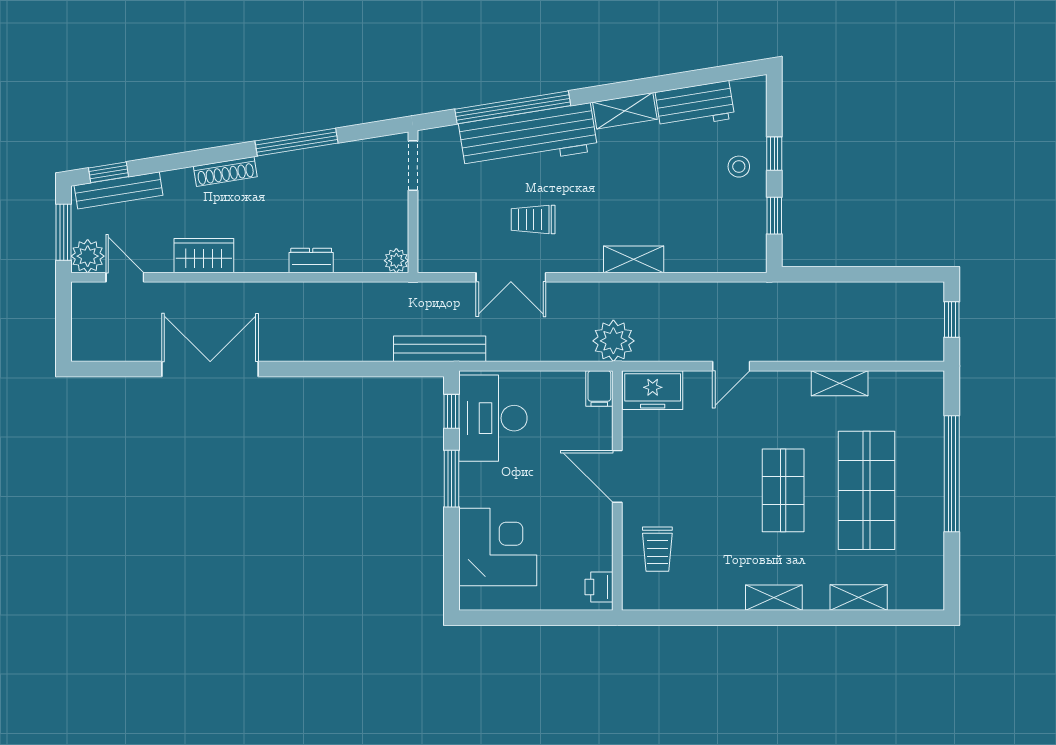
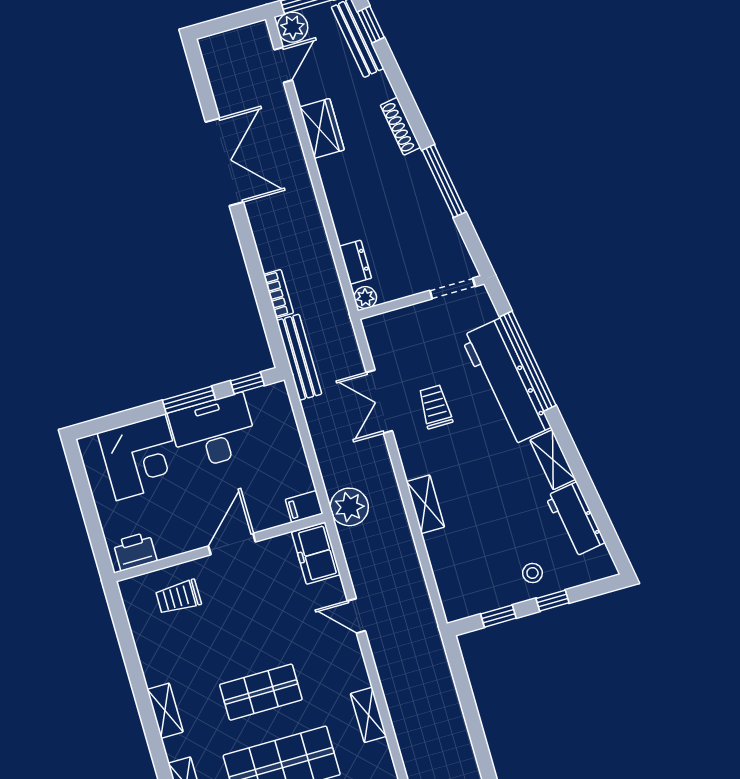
dresser: (311, 260) -> (355, 262), moved
bookcase: (366, 352) -> (278, 294), added
desk: (493, 418) -> (213, 432), moved
printer: (599, 587) -> (135, 551), width x1.36, depth x1.24

